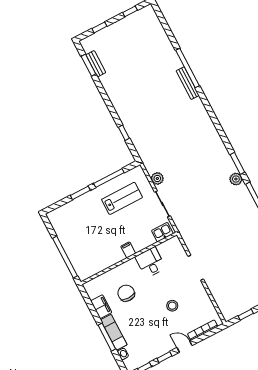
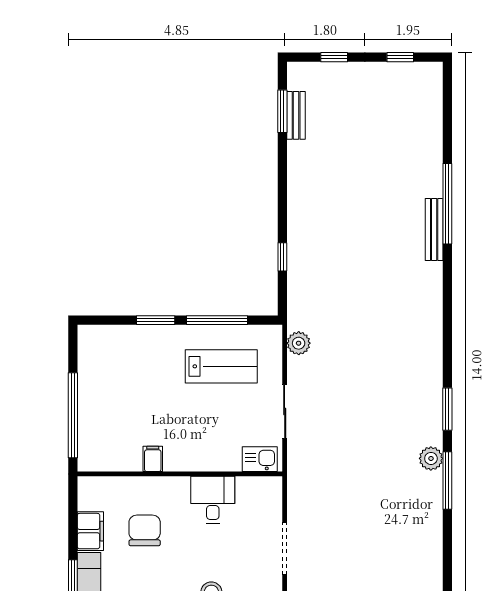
plant: (157, 178) -> (299, 343), moved
plant: (236, 179) -> (431, 458), moved
filing cabinet: (128, 250) -> (153, 459), moved

